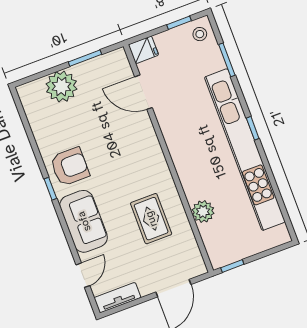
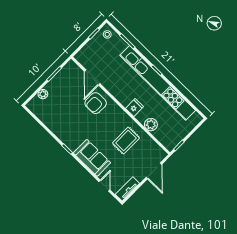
fridge: (143, 50) -> (134, 107), moved
plant: (61, 86) -> (43, 94), width x0.53, depth x0.53
door: (144, 92) -> (92, 77), hinge flipped
armchair: (70, 167) -> (96, 103), moved, turned 180
rug: (151, 219) -> (126, 140), turned 90

